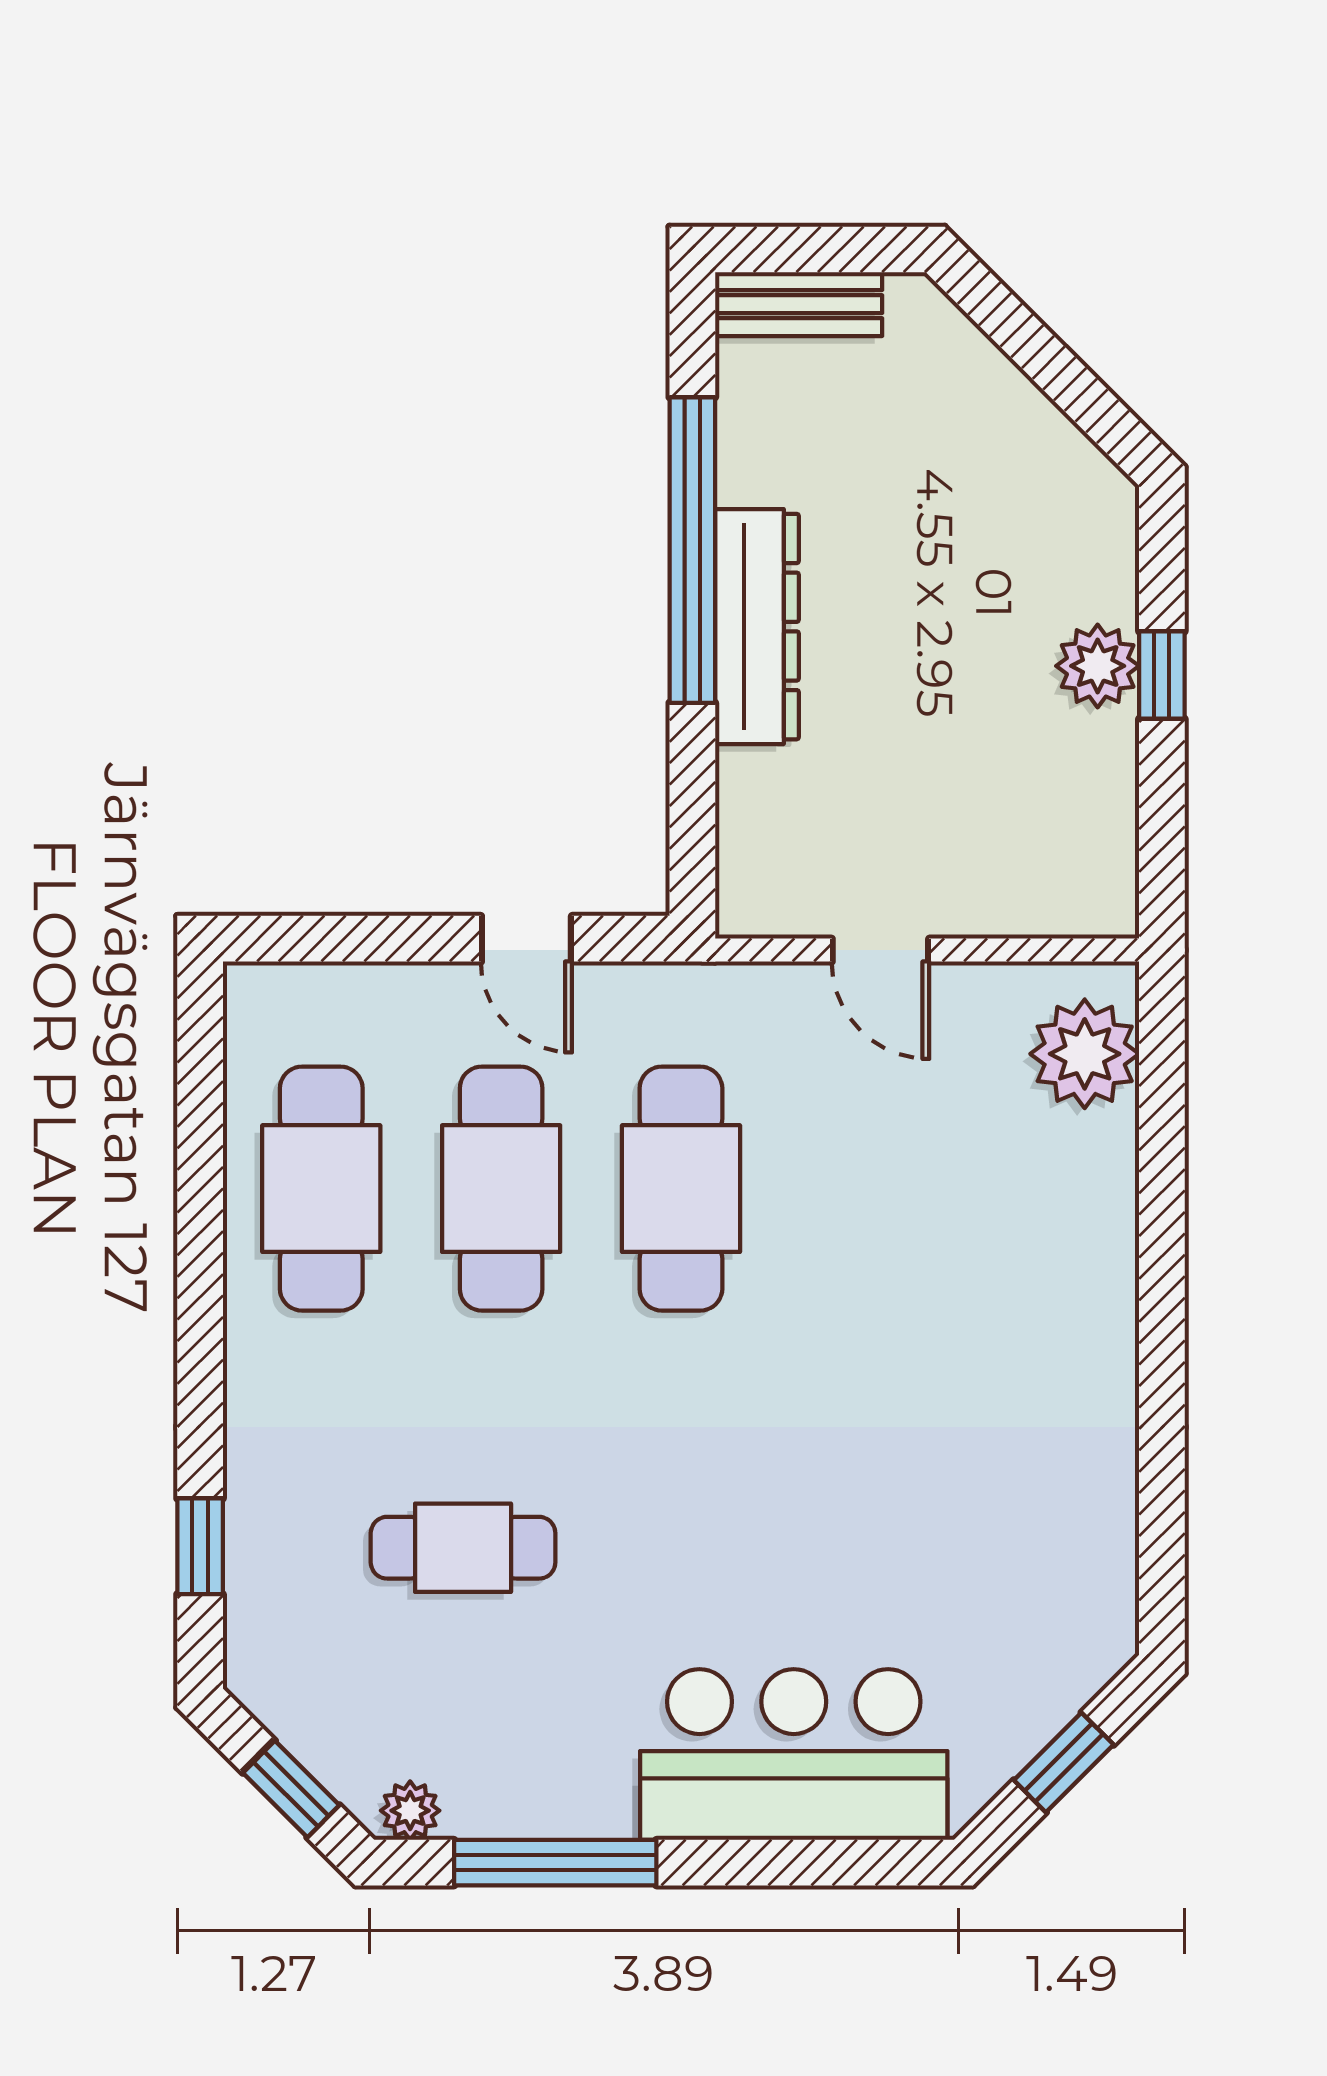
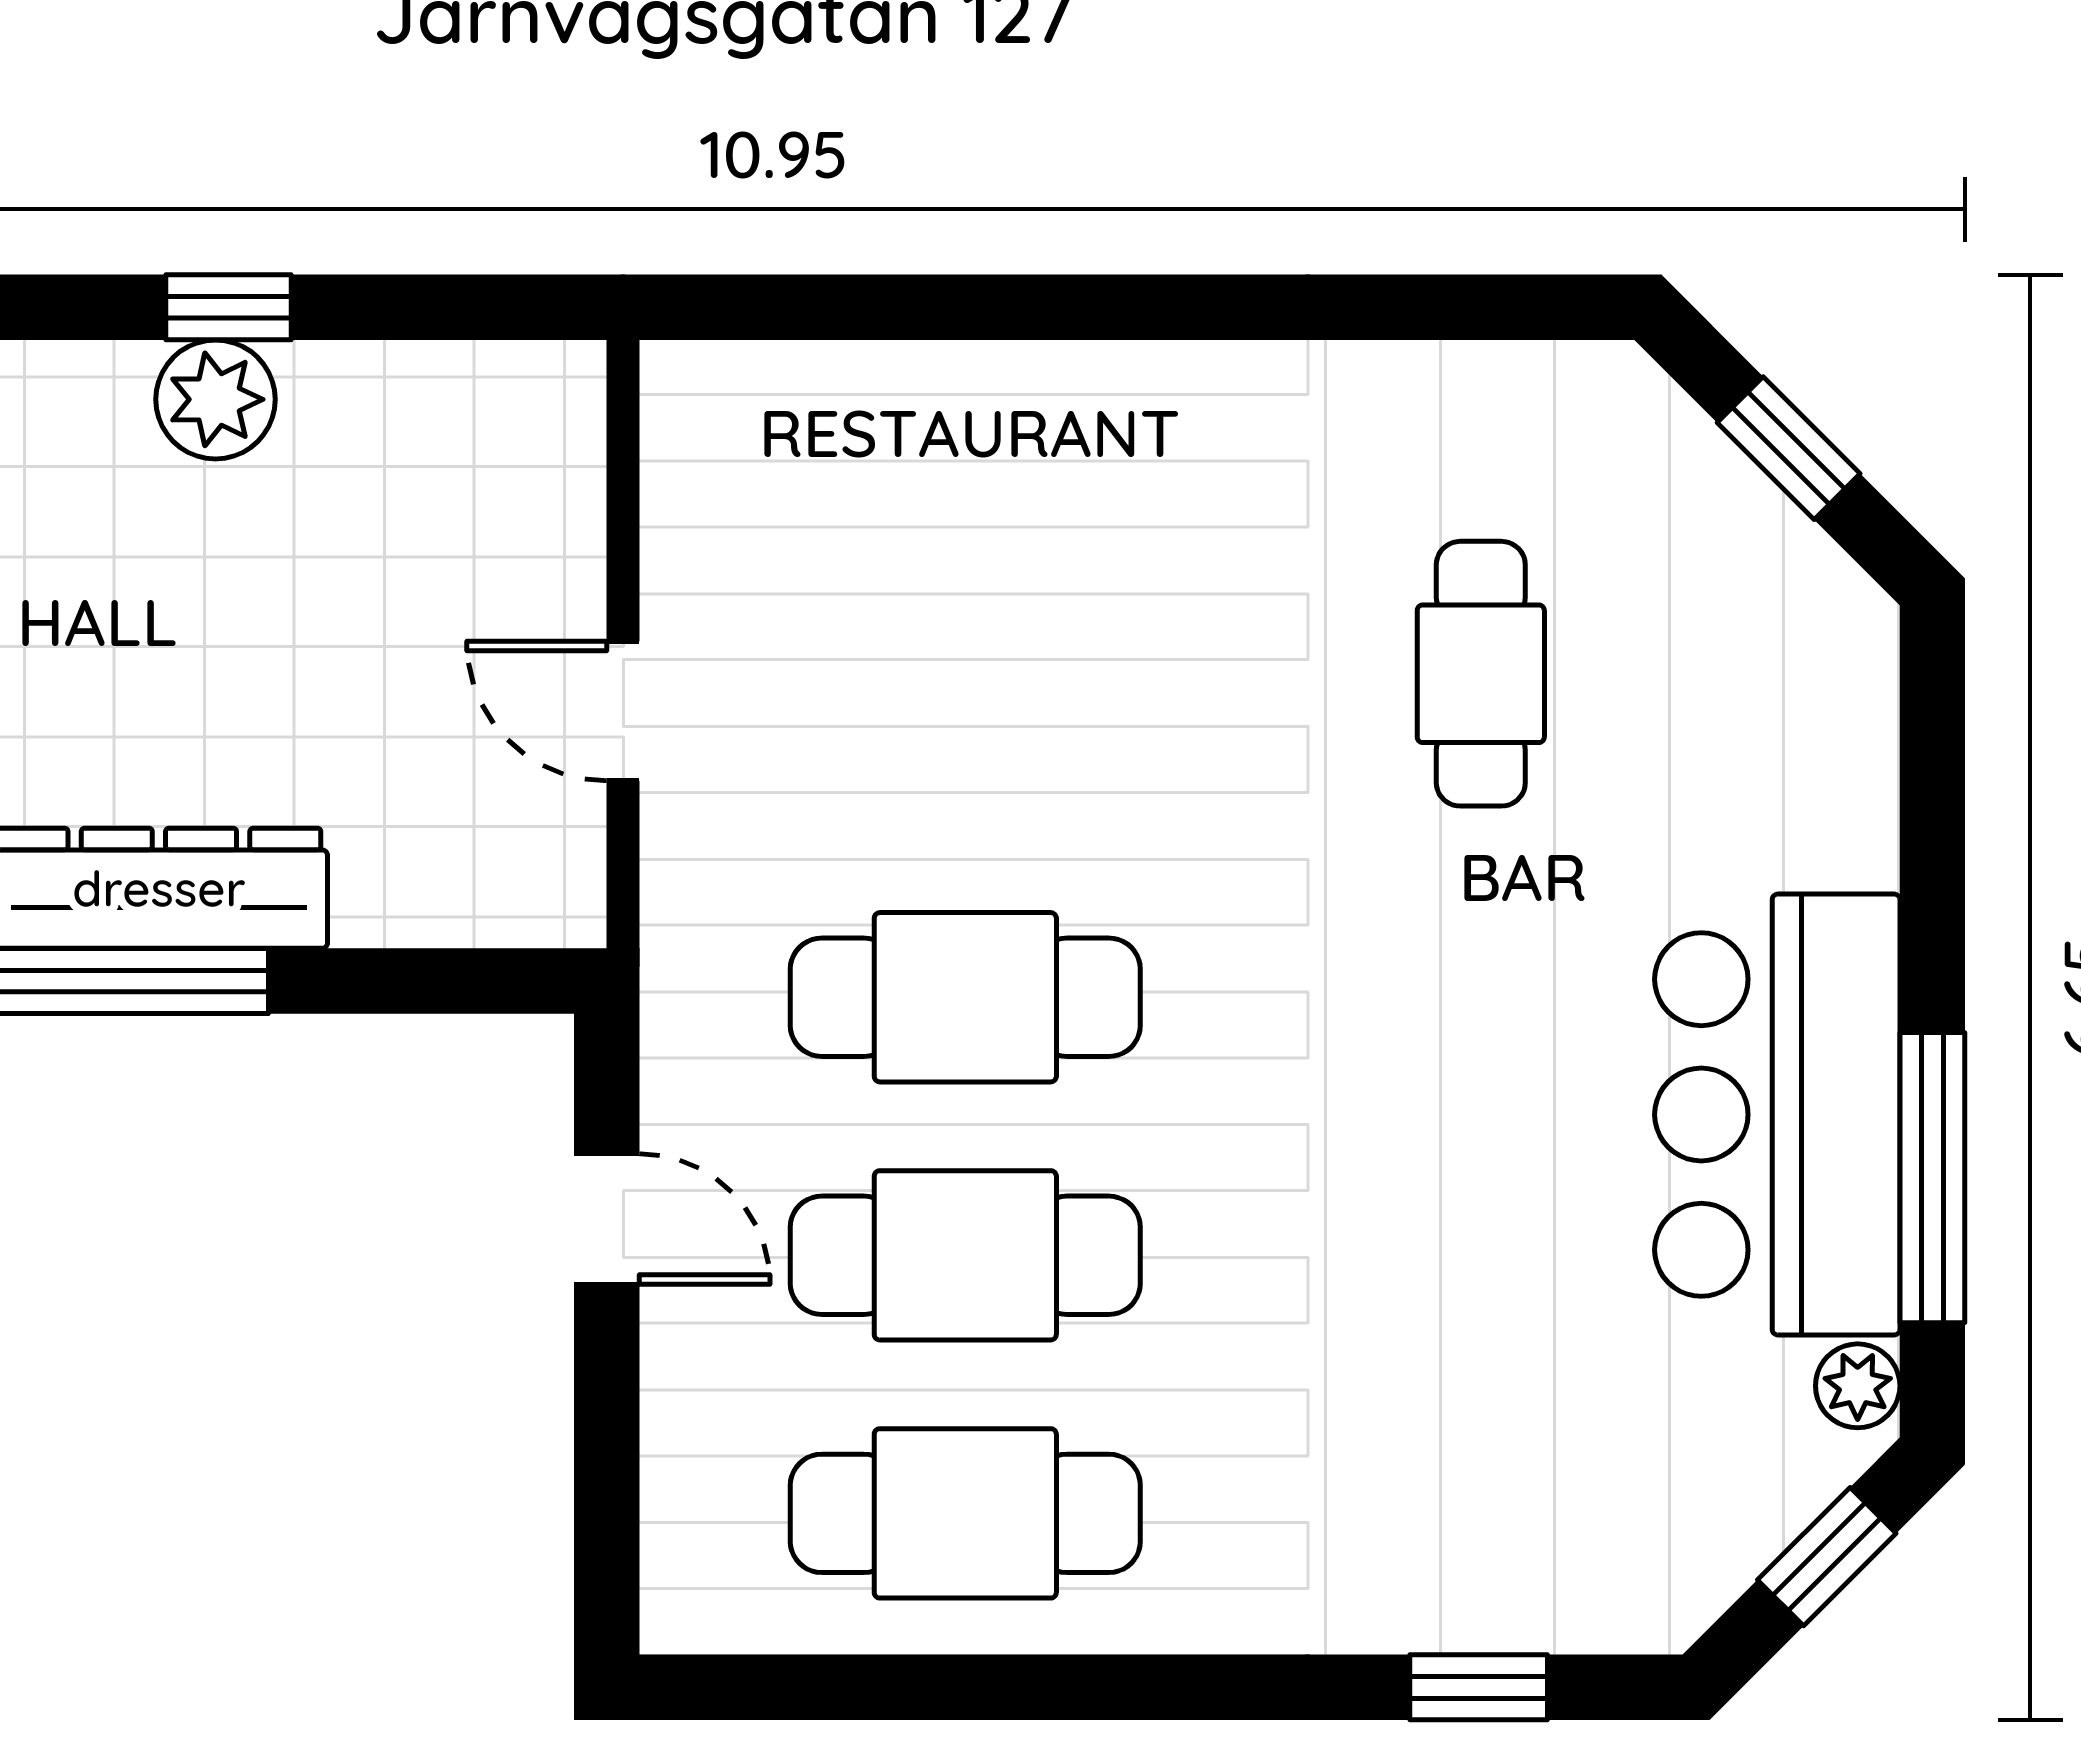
door: (526, 939) -> (607, 1219), hinge flipped
door: (880, 950) -> (623, 711), swing flipped
plant: (1085, 1054) -> (772, 418), removed
cafe table: (463, 1548) -> (1481, 674), moved
bar counter: (794, 1755) -> (1777, 1115), moved

